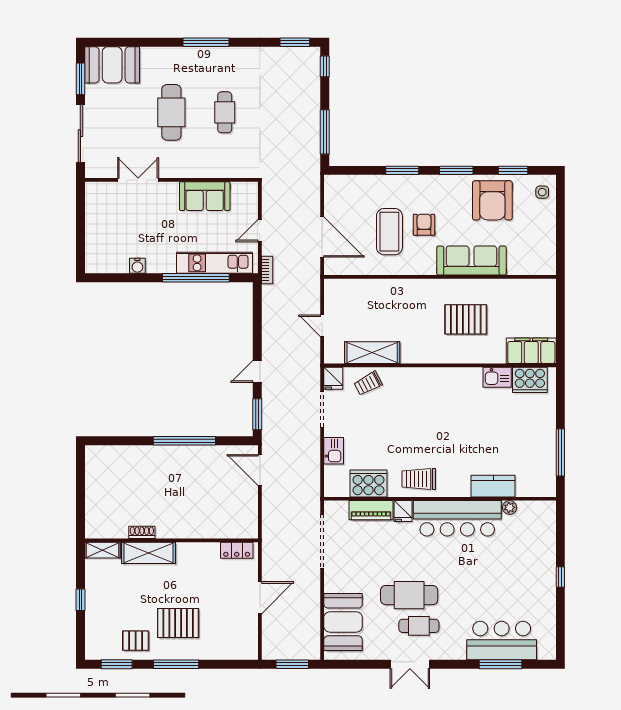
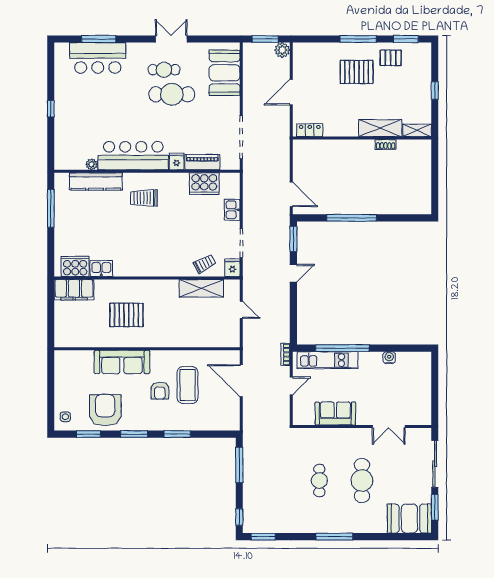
trolley: (419, 479) -> (144, 198), moved, turned 180
kitchen counter: (493, 486) -> (96, 182), width x1.50
plant: (271, 650) -> (282, 50), added

